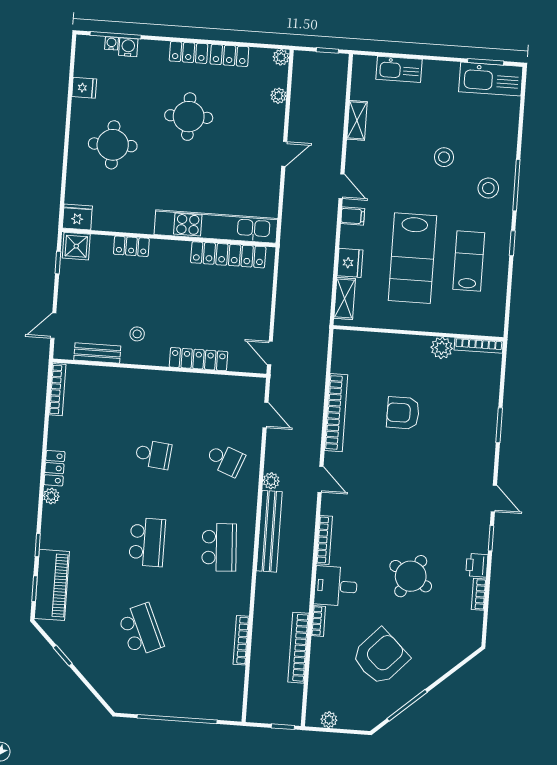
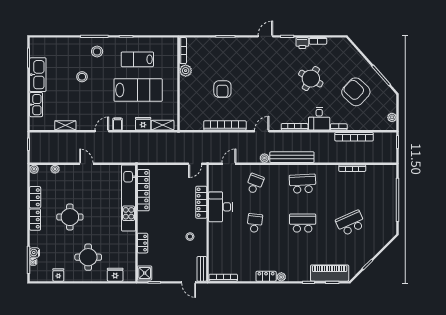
kitchen sink: (491, 79) -> (38, 75), moved
fridge: (77, 217) -> (115, 275), moved, turned 90
bench: (97, 353) -> (202, 269), moved
desk: (188, 394) -> (221, 207), added

